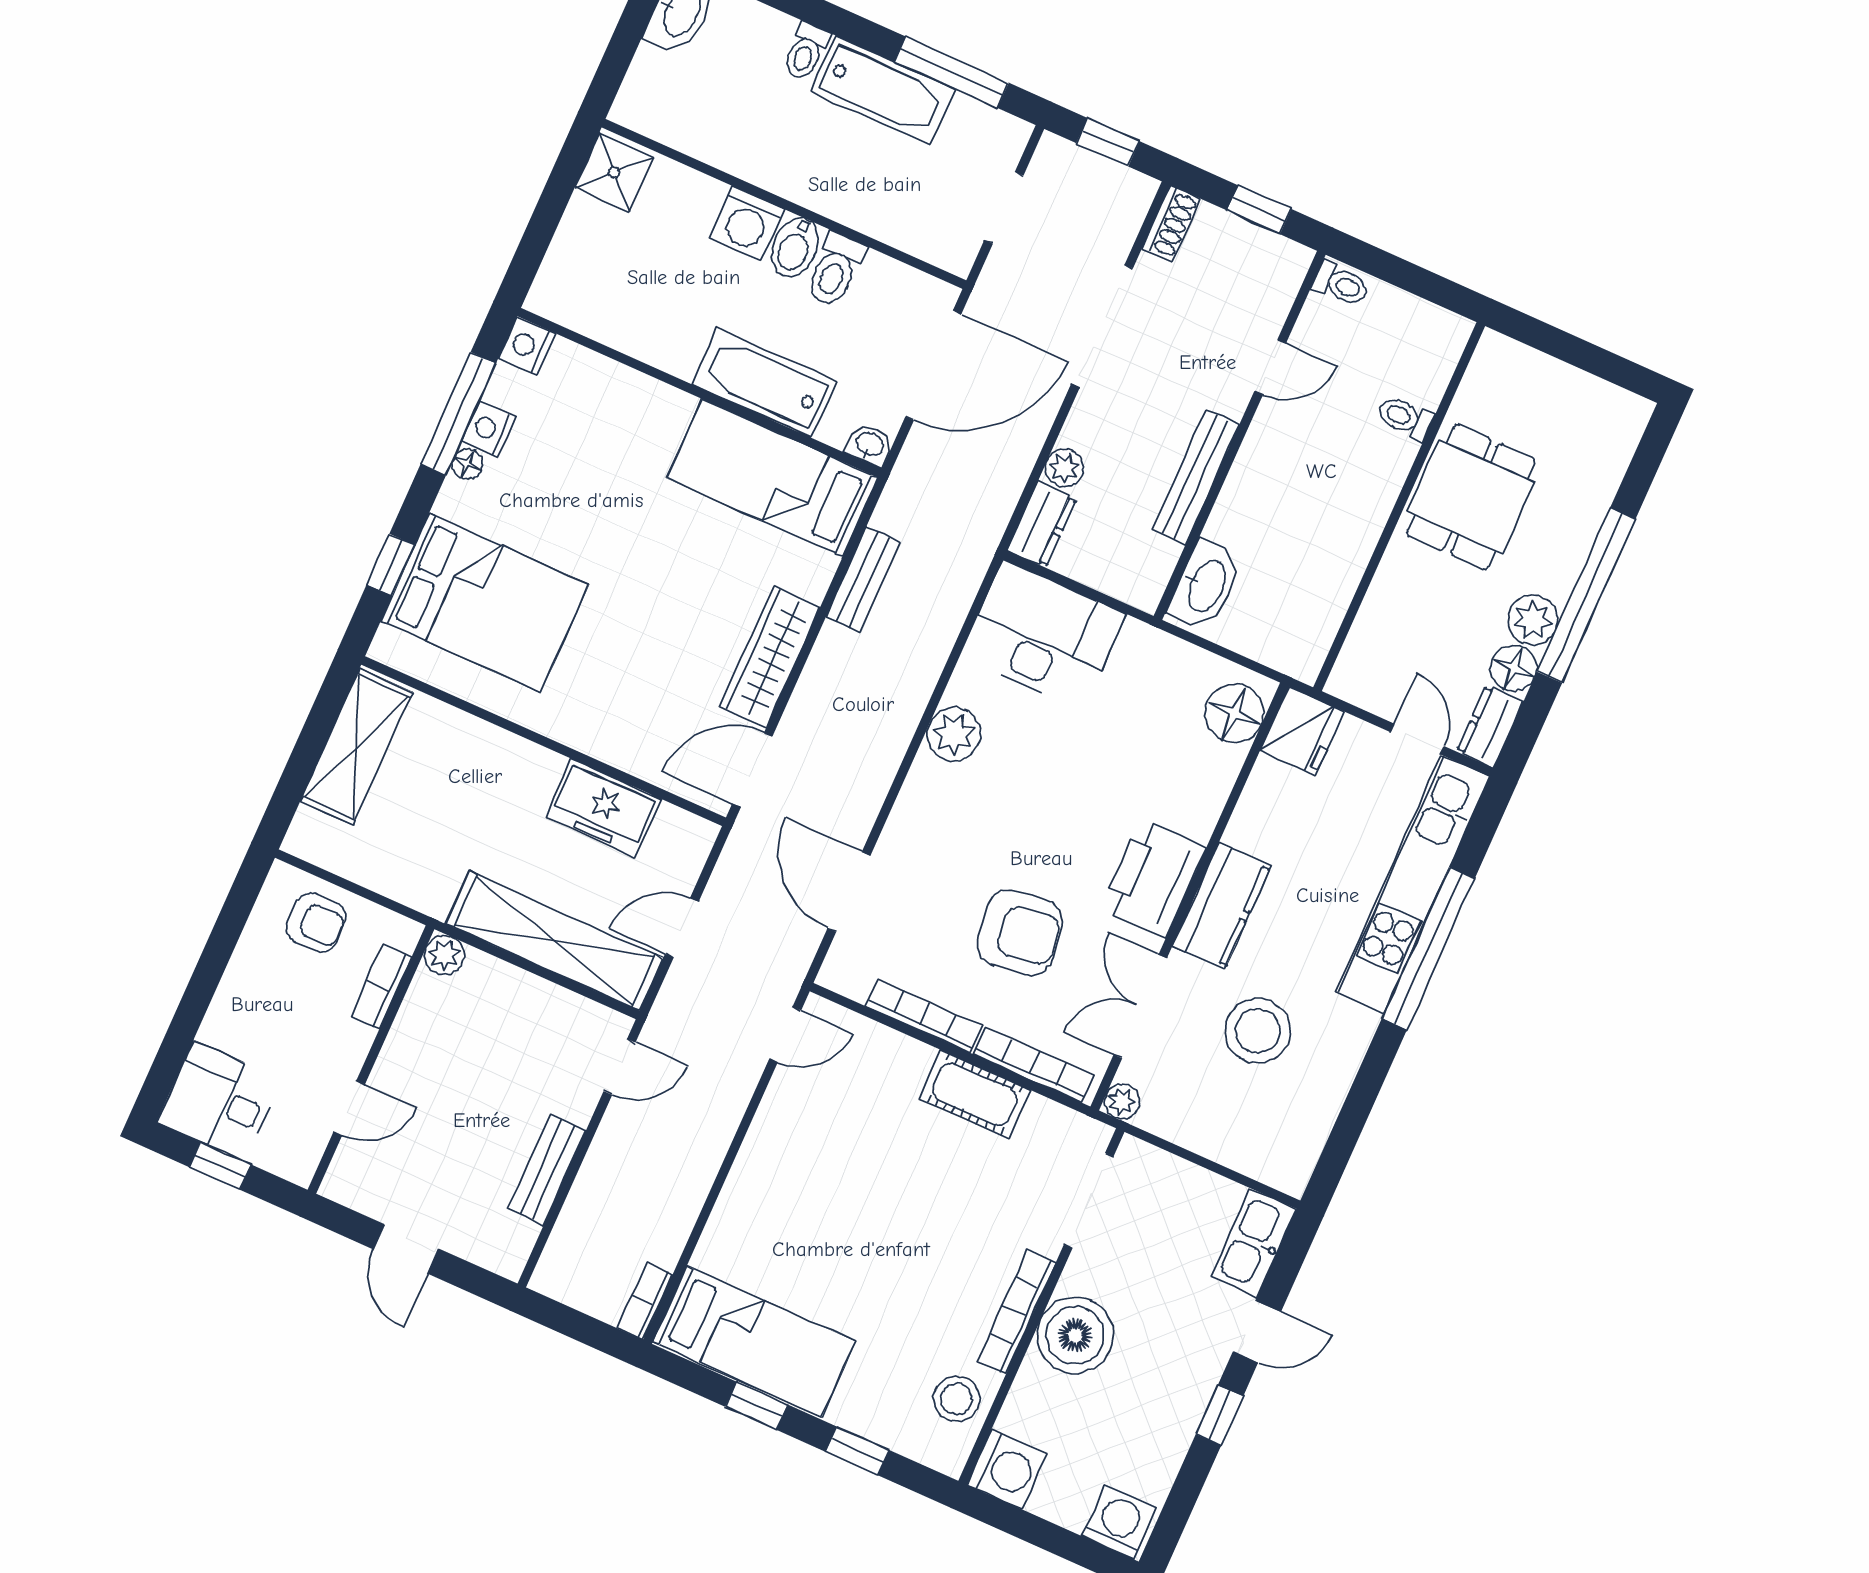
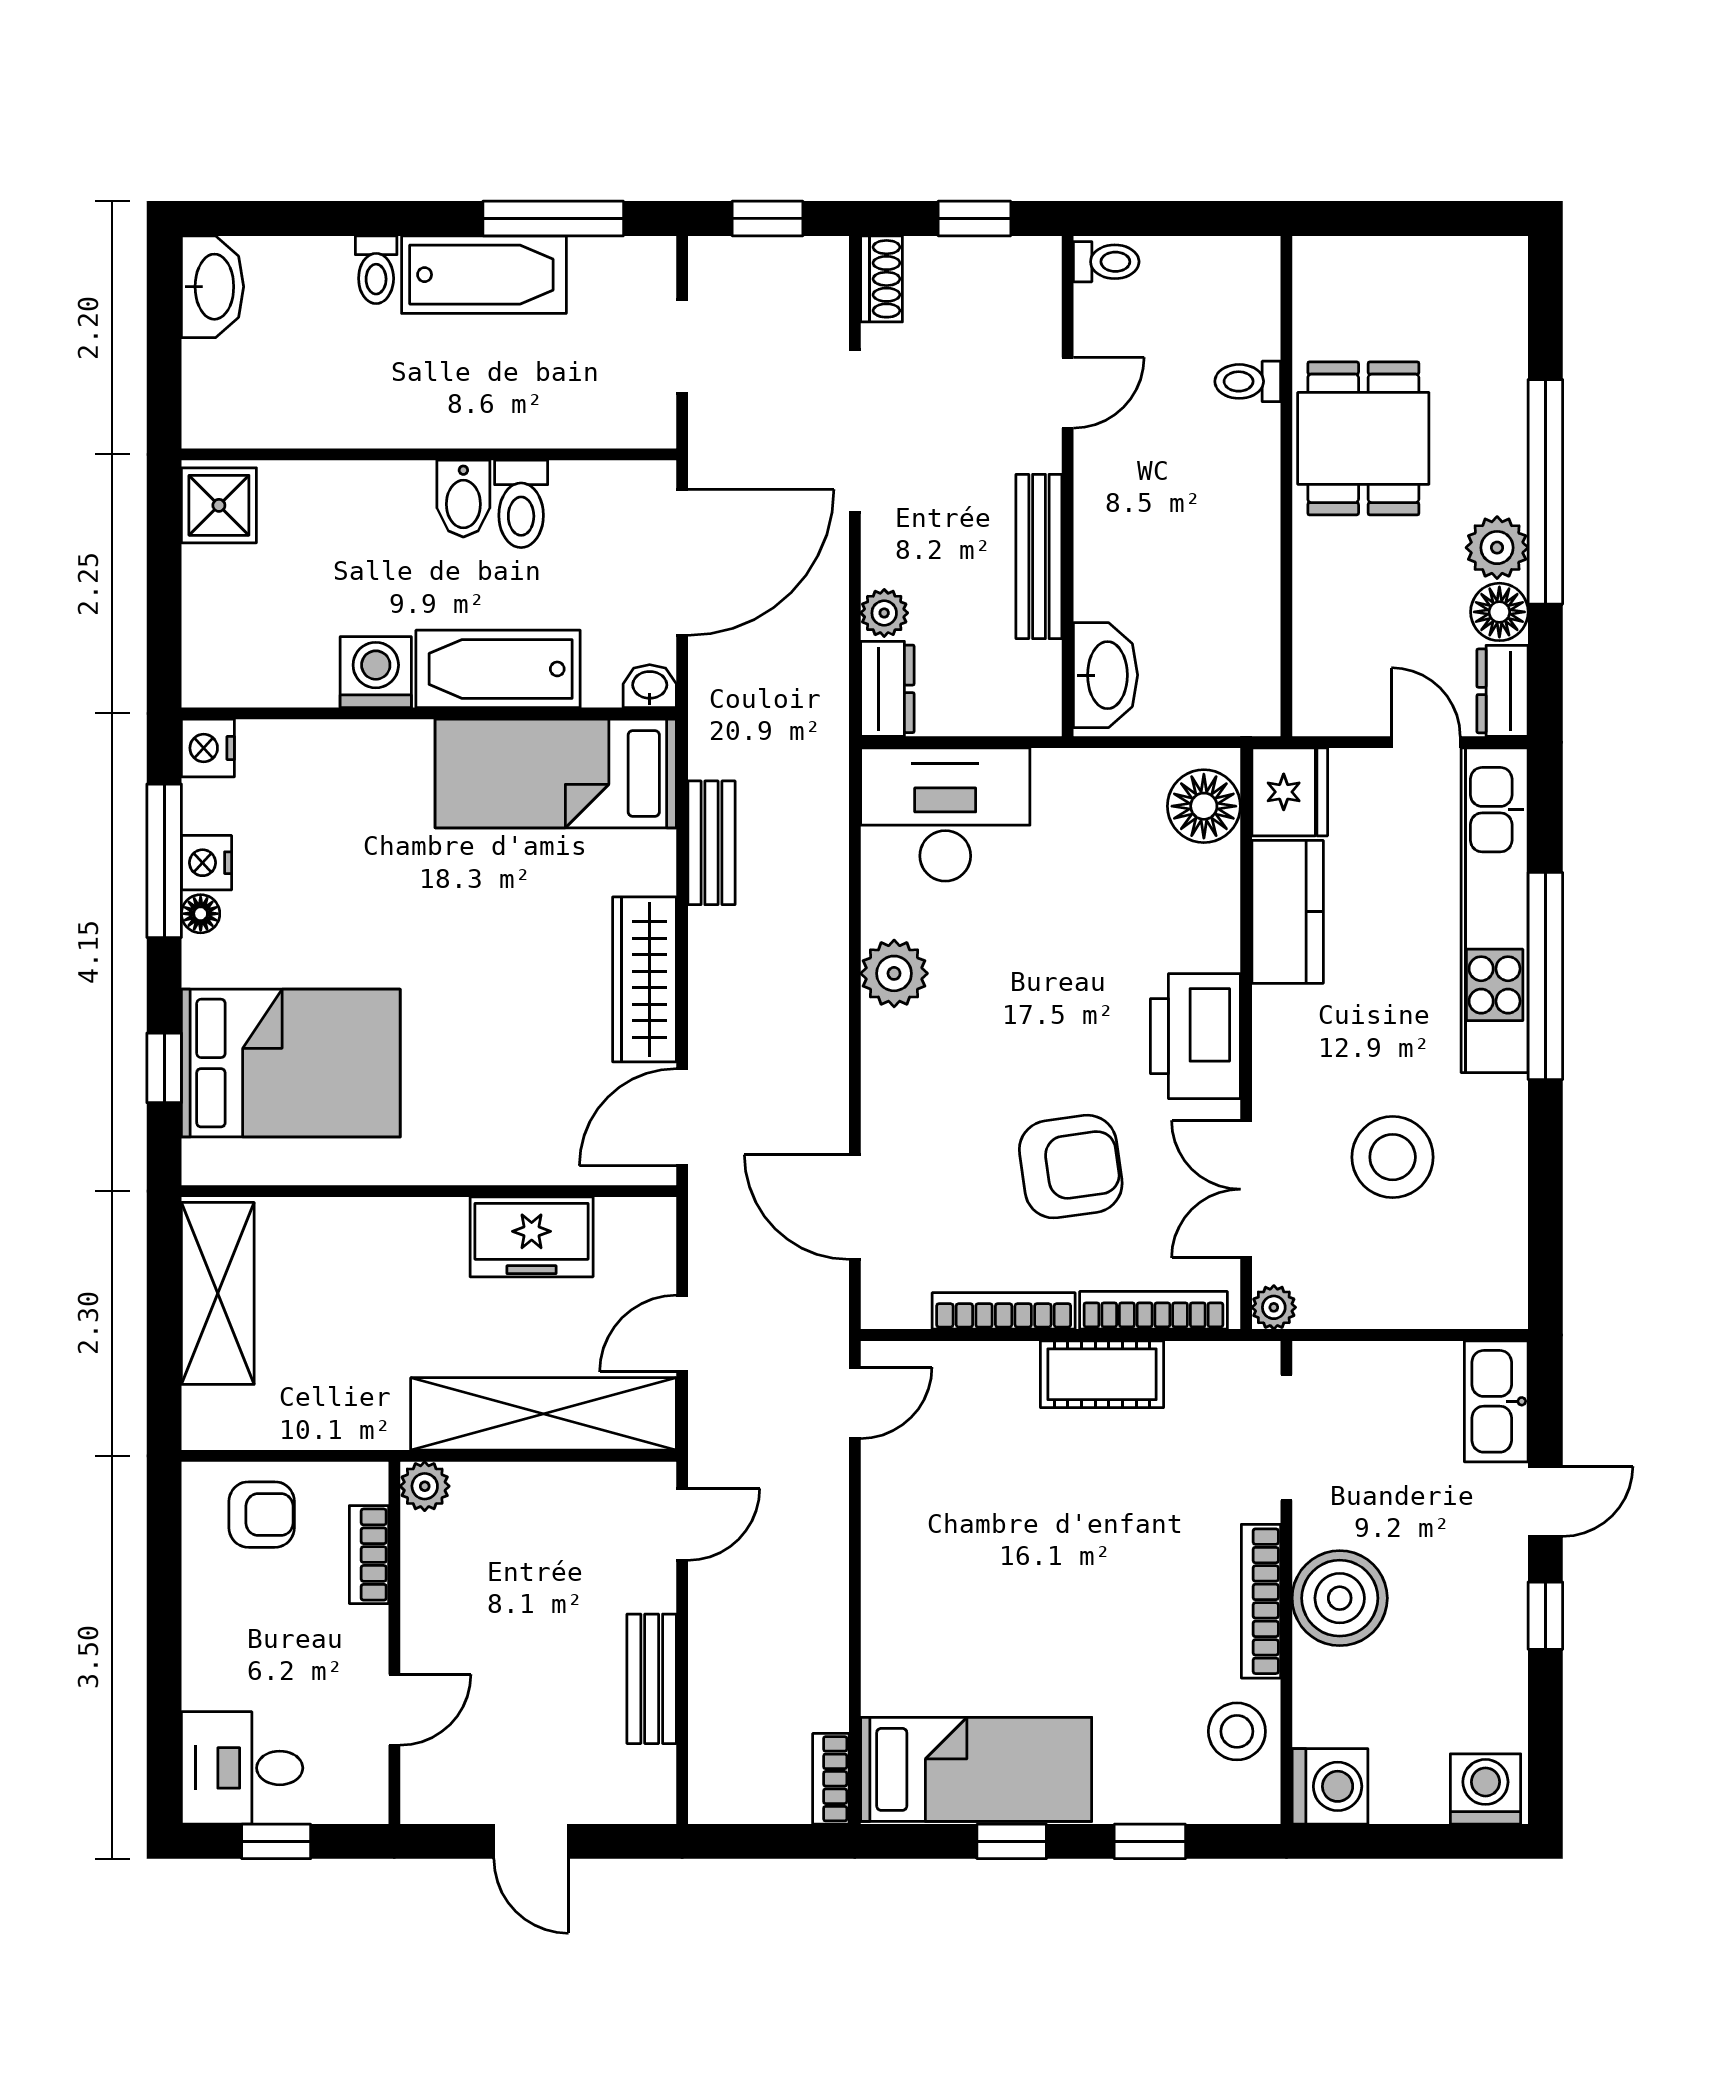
washing machine: (747, 223) -> (376, 672), moved, turned 180
kitchen counter: (1222, 906) -> (1288, 912), moved

